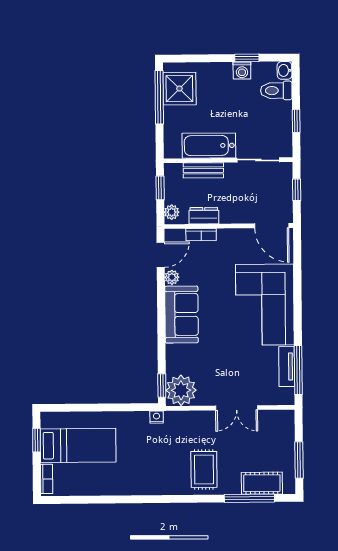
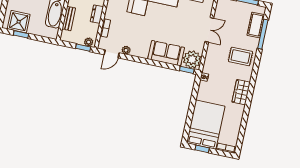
window: (159, 97) -> (21, 34), width x0.46
window: (160, 188) -> (83, 48), moved
dresser: (204, 216) -> (97, 14), moved
door: (161, 255) -> (112, 54), swing flipped
sofa: (182, 315) -> (166, 53), moved
bed: (78, 445) -> (206, 125), width x1.50
wardrobe: (145, 484) -> (241, 92), added

